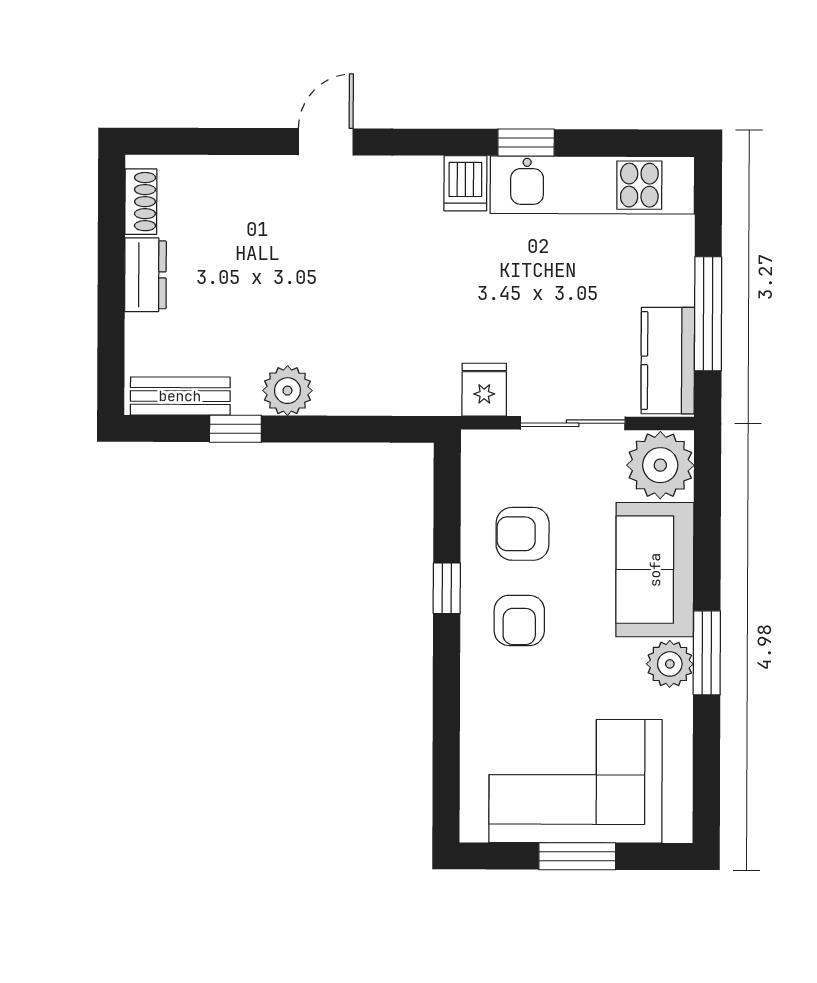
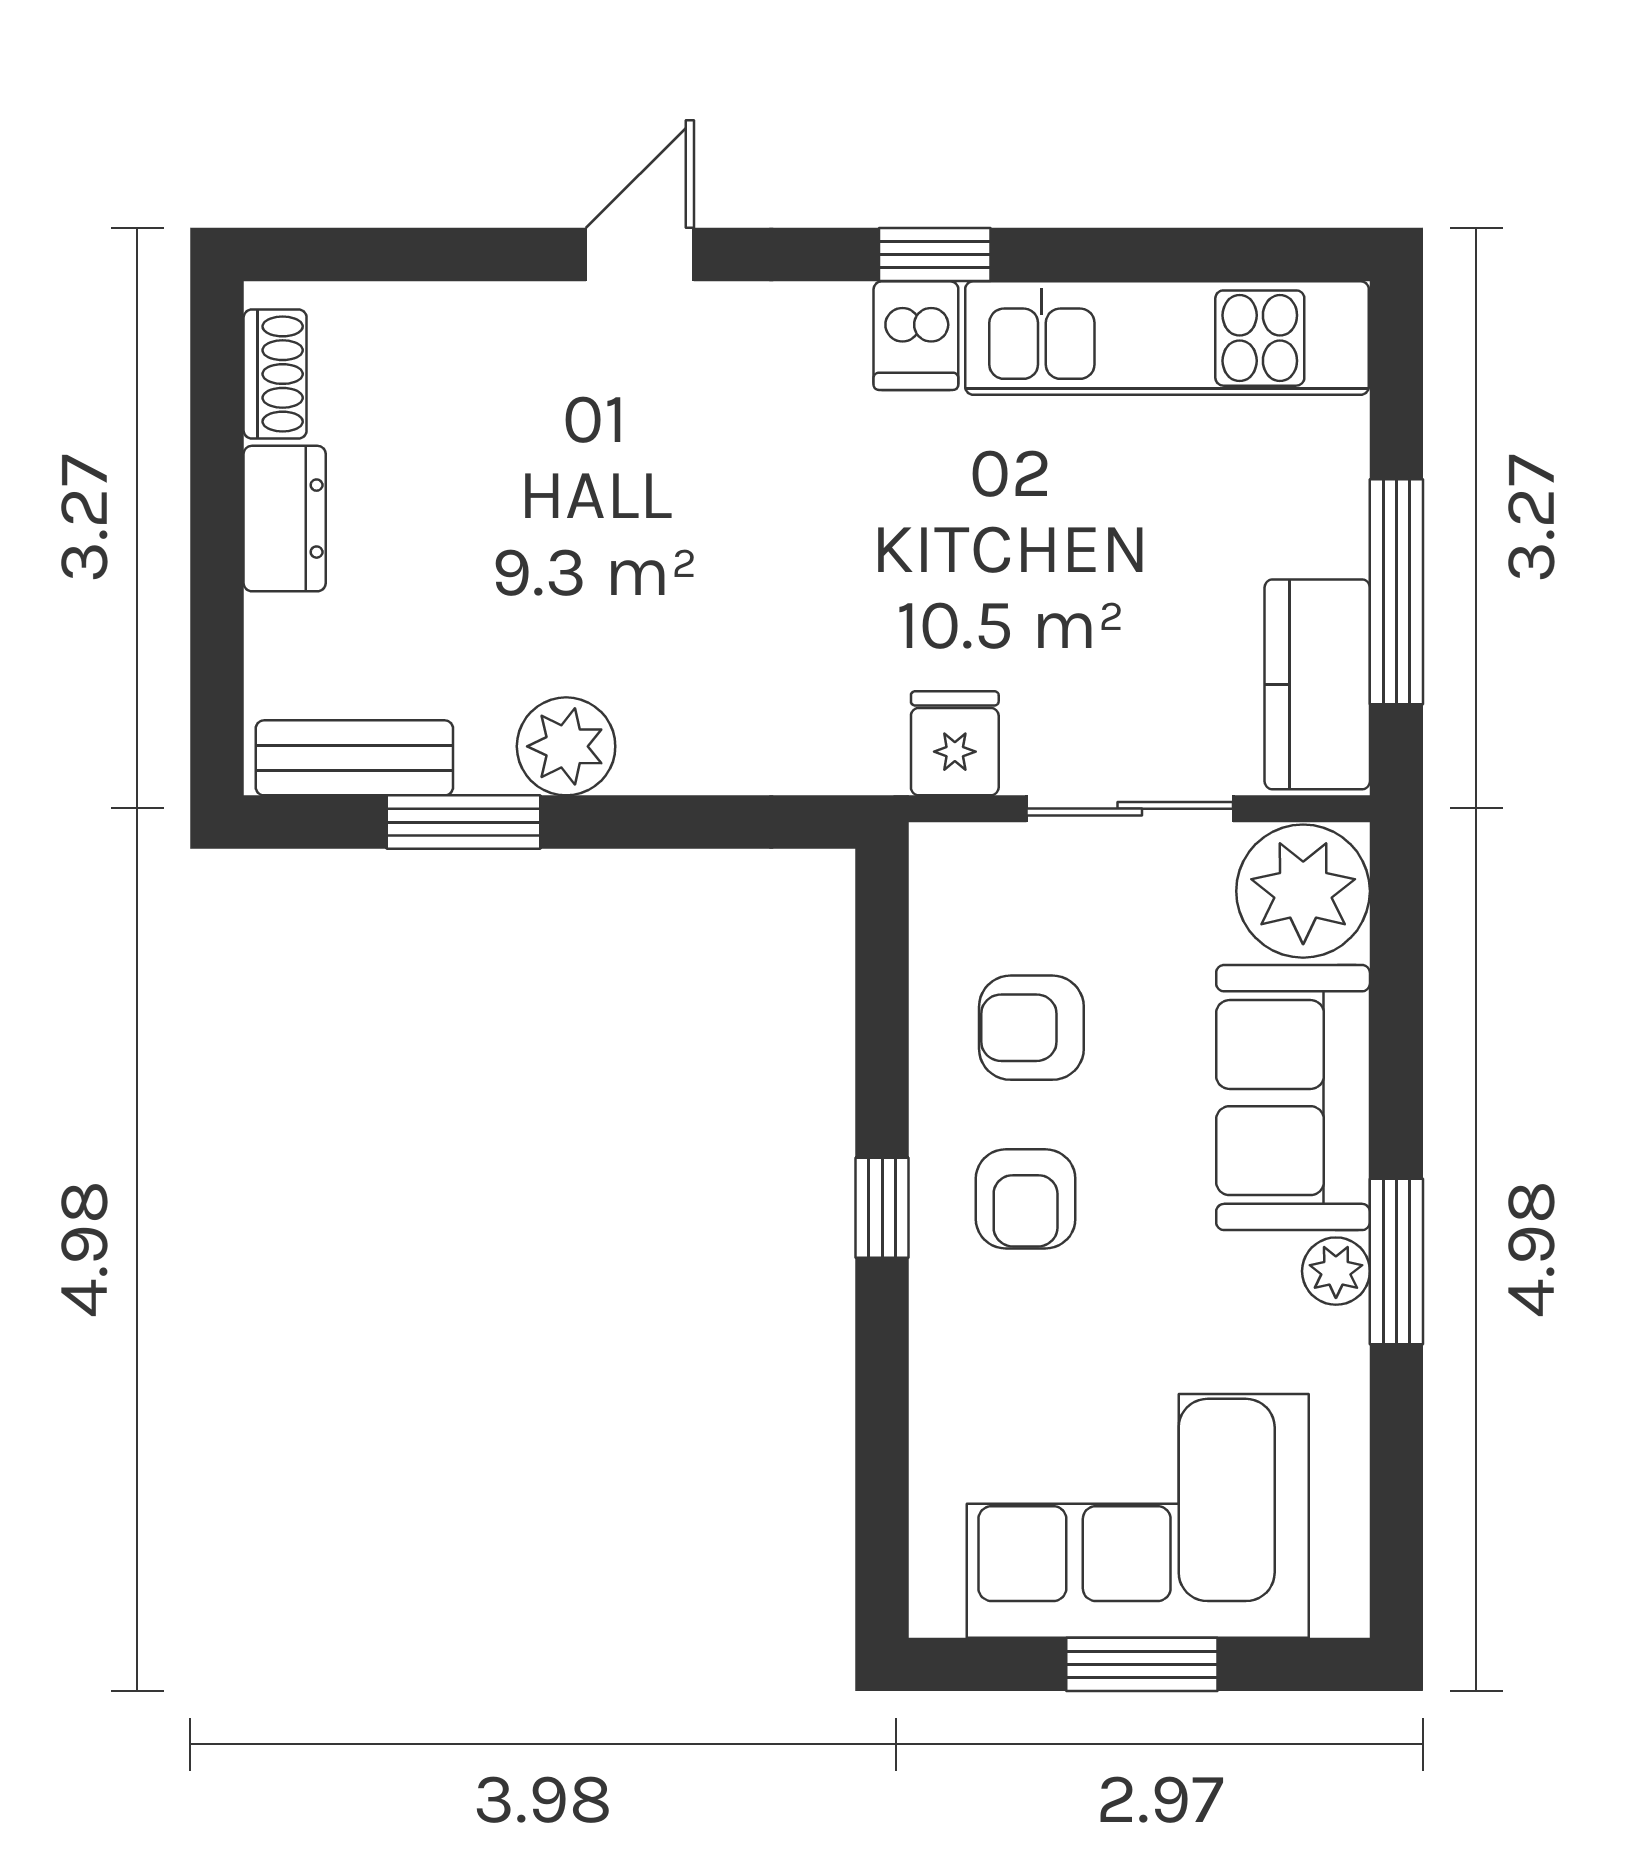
window: (526, 142) -> (935, 255), moved
window: (235, 429) -> (463, 822), width x1.50
window: (447, 588) -> (882, 1208), moved
plant: (670, 664) -> (1336, 1271), width x0.73, depth x0.73

